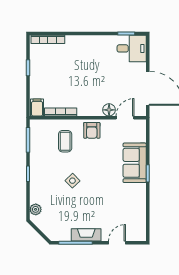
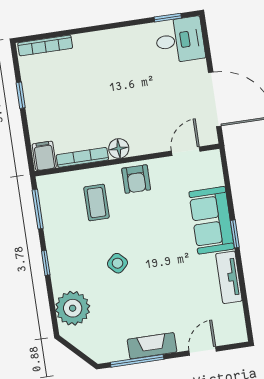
floor lamp: (109, 110) -> (119, 148), moved
tv unit: (140, 200) -> (229, 277), added
plant: (36, 209) -> (73, 308), width x1.88, depth x1.88

